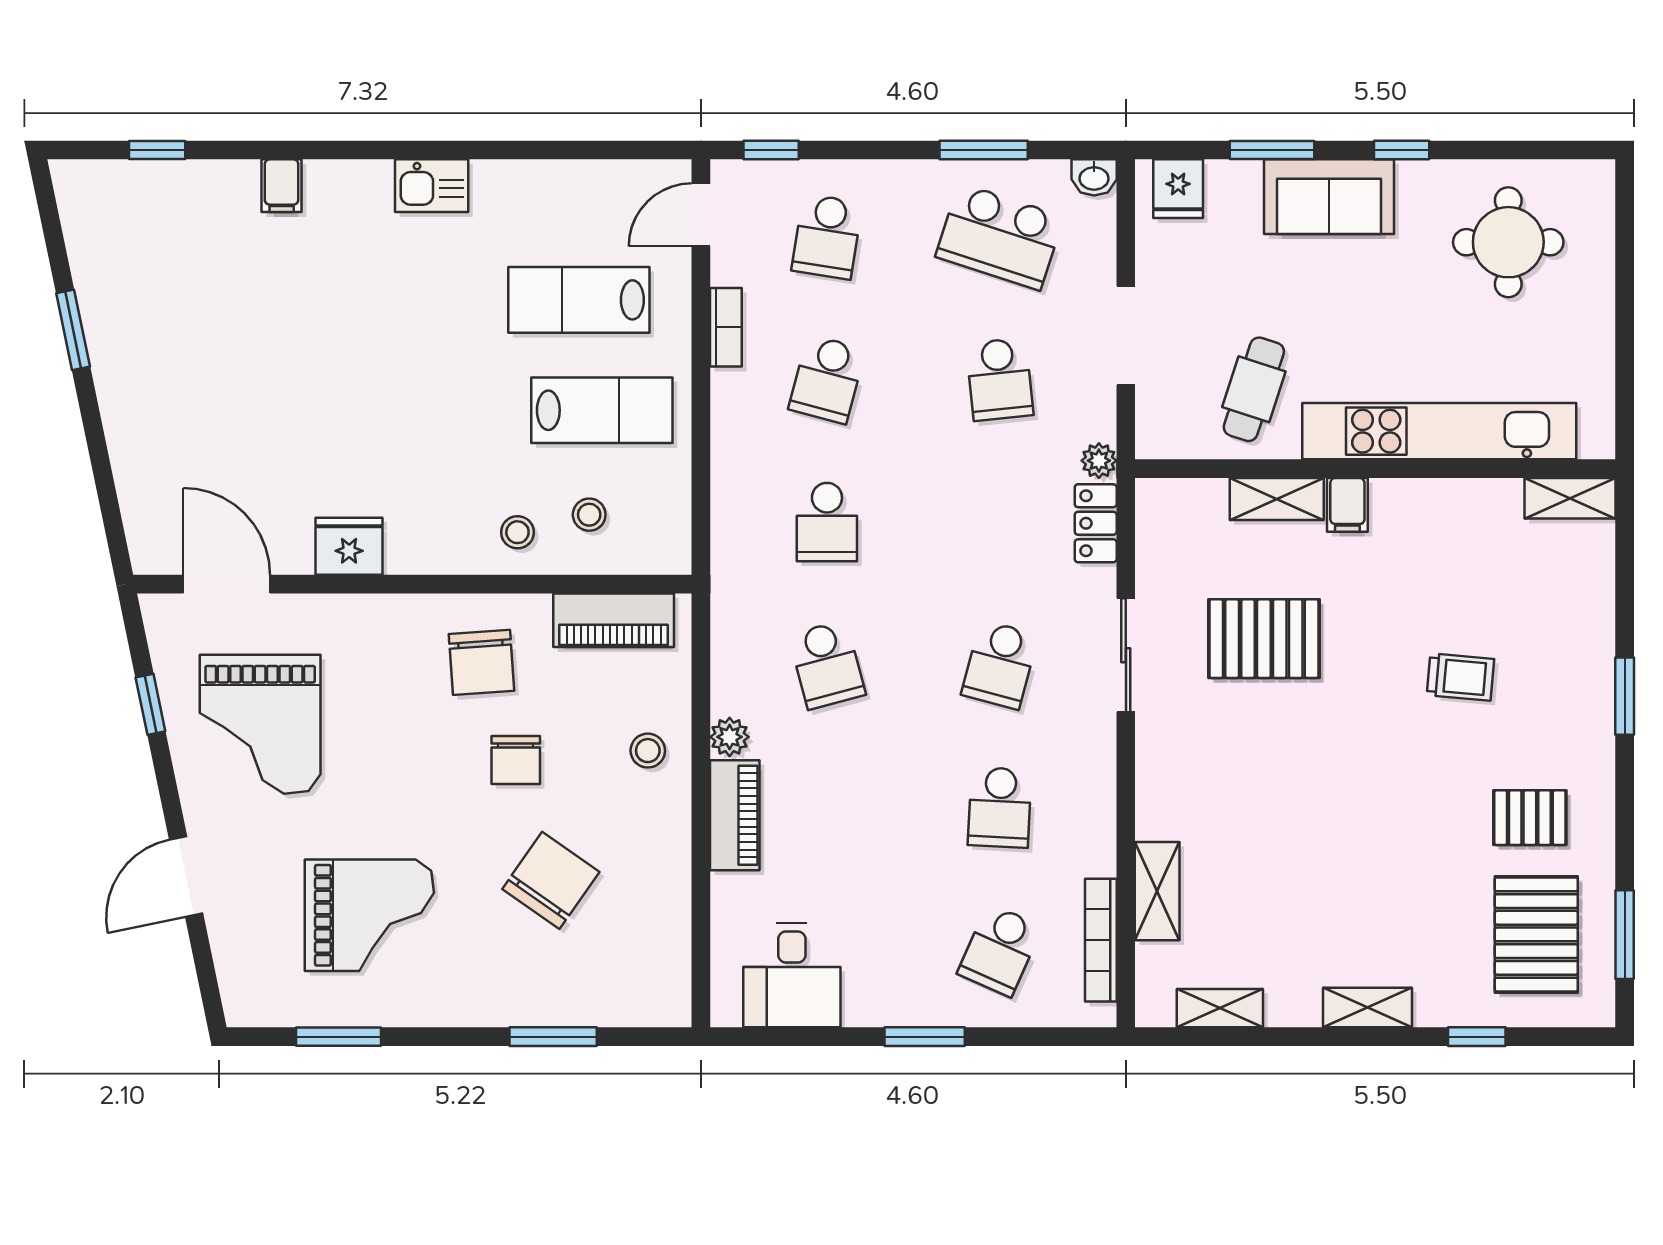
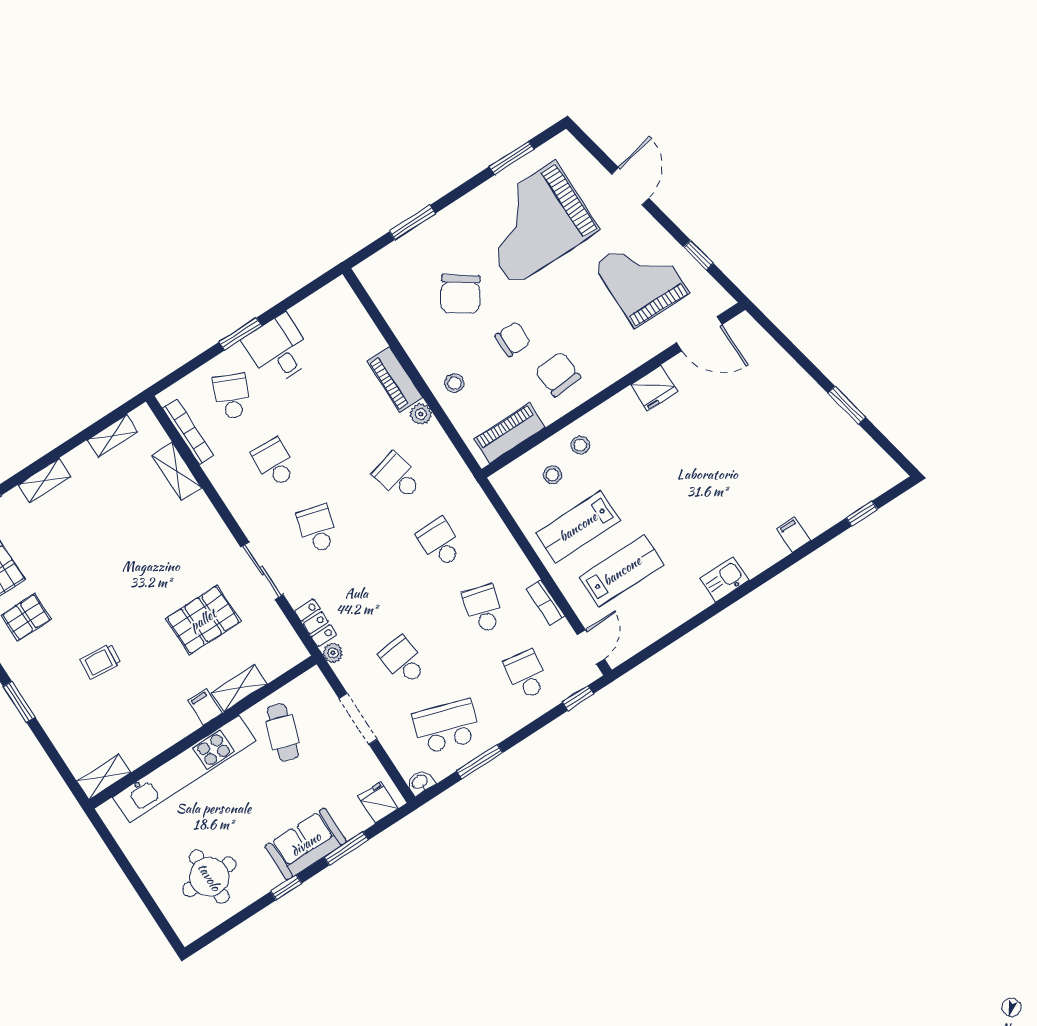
chair: (516, 760) -> (513, 339), turned 90
grand piano: (369, 915) -> (534, 223), width x1.37, depth x1.48
desk: (792, 975) -> (279, 350), moved

